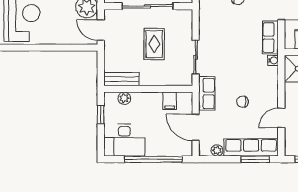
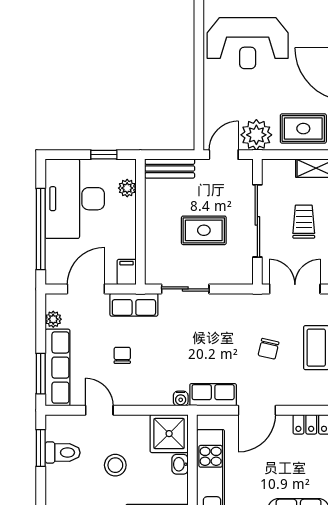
bench: (121, 79) -> (170, 168), moved, turned 90
filing cabinet: (170, 101) -> (127, 272), moved, turned 90
desk: (124, 140) -> (75, 199), width x1.36, depth x1.30

